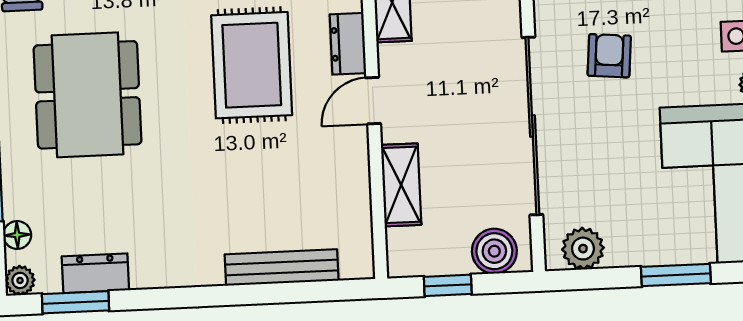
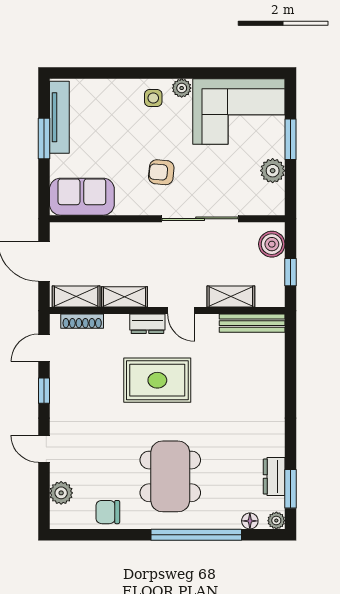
dining table: (88, 95) -> (170, 476), turned 90
sliding door: (532, 126) -> (200, 219), width x0.73
plant: (583, 249) -> (273, 171), moved
bench: (282, 268) -> (252, 323), moved, turned 90

